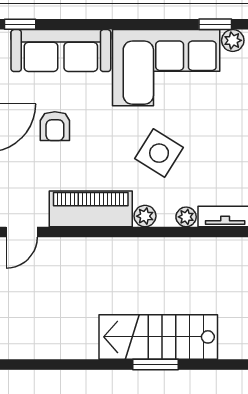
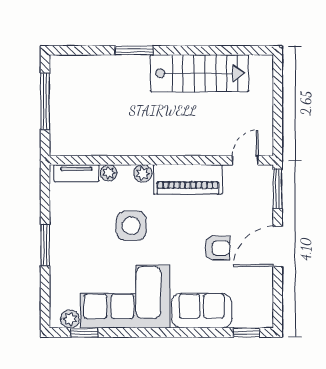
sofa: (61, 51) -> (202, 311), width x0.73
armchair: (55, 126) -> (217, 248), turned 90
side table: (159, 153) -> (131, 226), turned -32
stairs: (158, 337) -> (200, 73), moved

